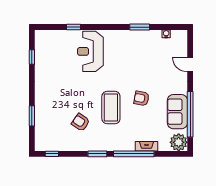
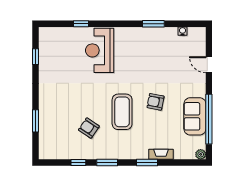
plant: (179, 142) -> (201, 154), width x0.53, depth x0.53
window: (52, 154) -> (78, 163), moved
window: (134, 154) -> (147, 163), width x0.47

